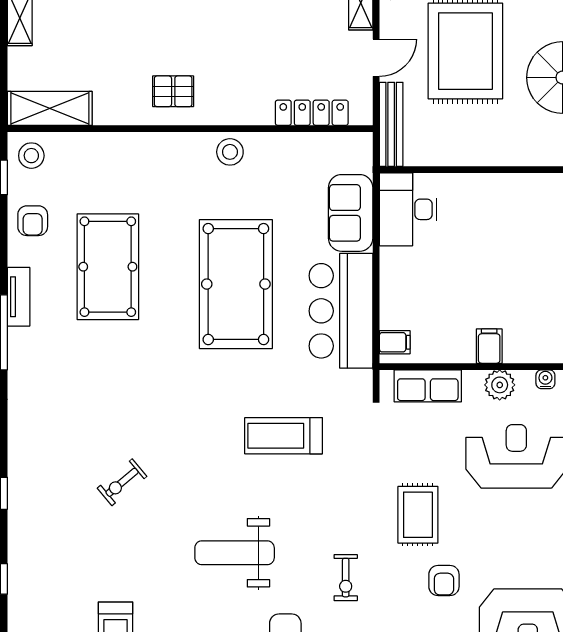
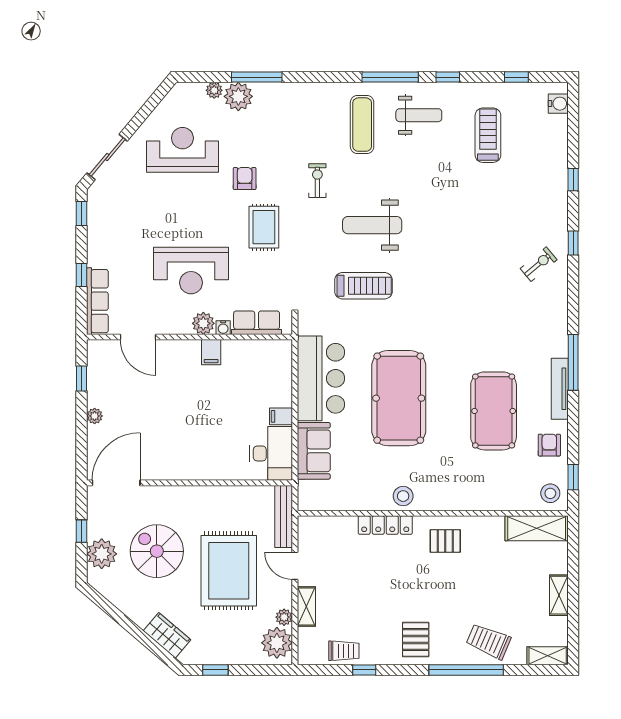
door: (376, 58) -> (295, 566), hinge flipped
locker: (312, 113) -> (385, 525), moved
tv unit: (19, 297) -> (560, 389), width x1.41
filing cabinet: (395, 342) -> (281, 416), moved
water cooler: (545, 379) -> (223, 328), moved
exercise bike: (122, 482) -> (539, 264), moved
weight bench: (235, 553) -> (372, 225), moved, turned 180

